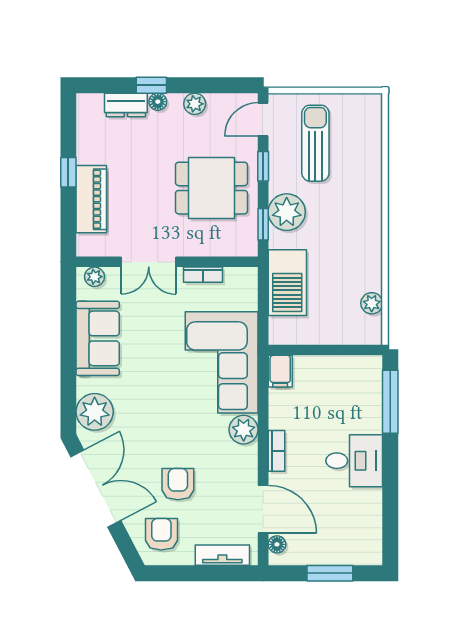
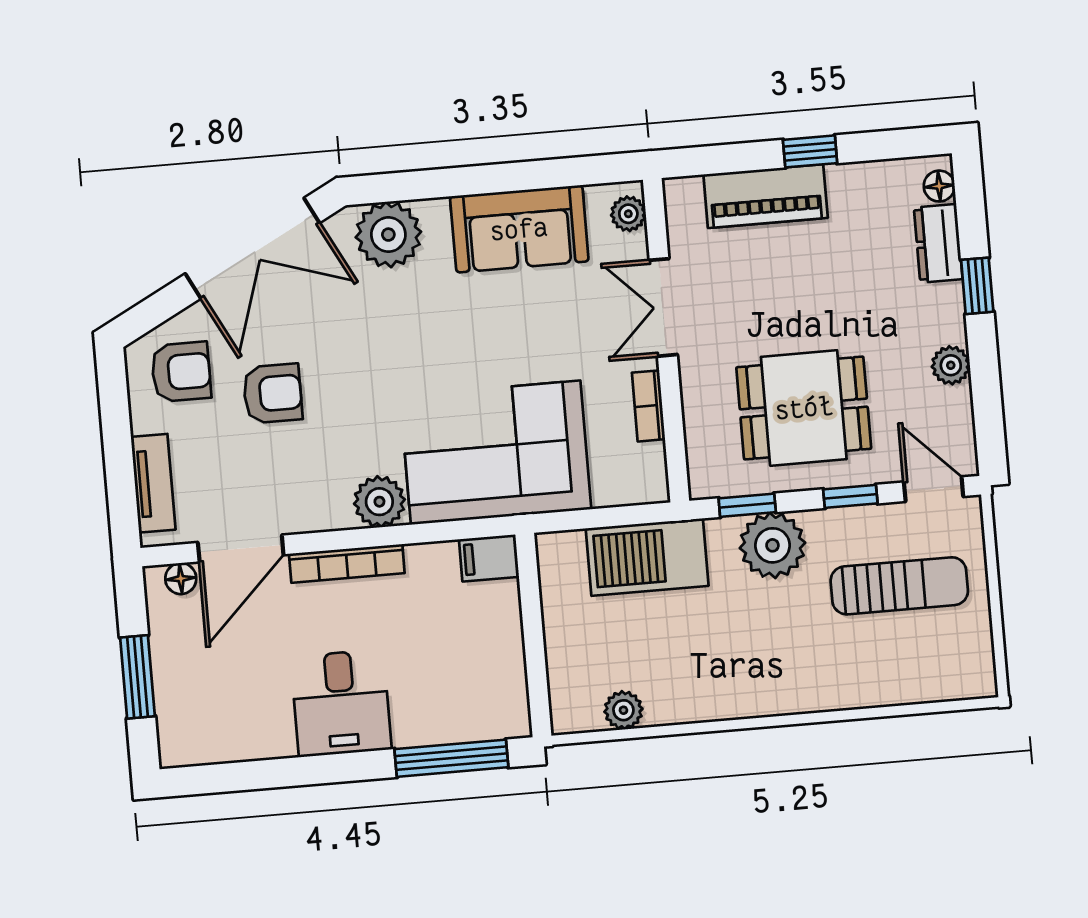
floor lamp: (158, 102) -> (939, 186), moved
dining table: (211, 188) -> (804, 408), turned 90
bookcase: (276, 451) -> (347, 563), width x1.56

